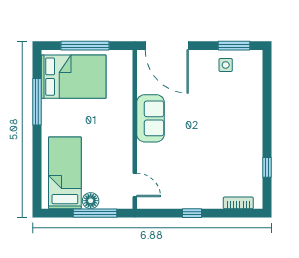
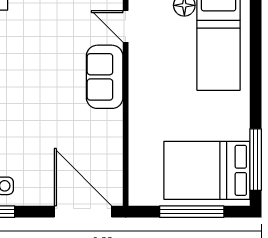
window: (37, 102) -> (256, 160), moved
sofa: (150, 118) -> (105, 77), moved

